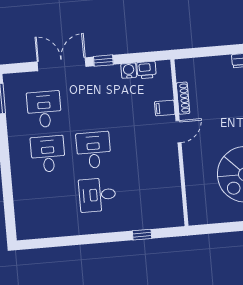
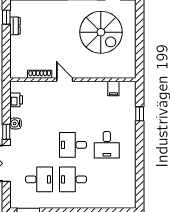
water cooler: (129, 71) -> (15, 123), moved
filing cabinet: (165, 108) -> (113, 89), moved
desk: (44, 109) -> (39, 179), turned 180

